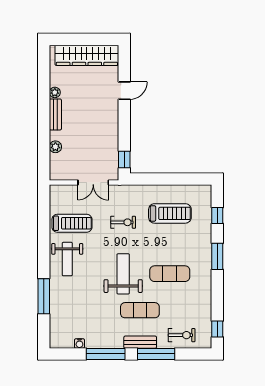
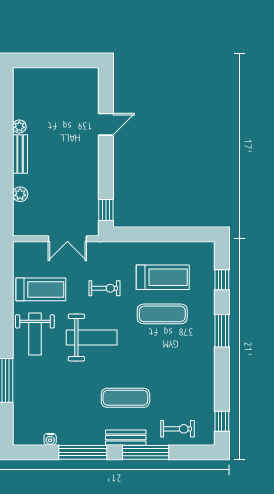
wardrobe: (87, 55) -> (59, 80), removed
weight bench: (123, 274) -> (92, 337), moved, turned 90
exercise mat: (170, 274) -> (162, 314), moved

